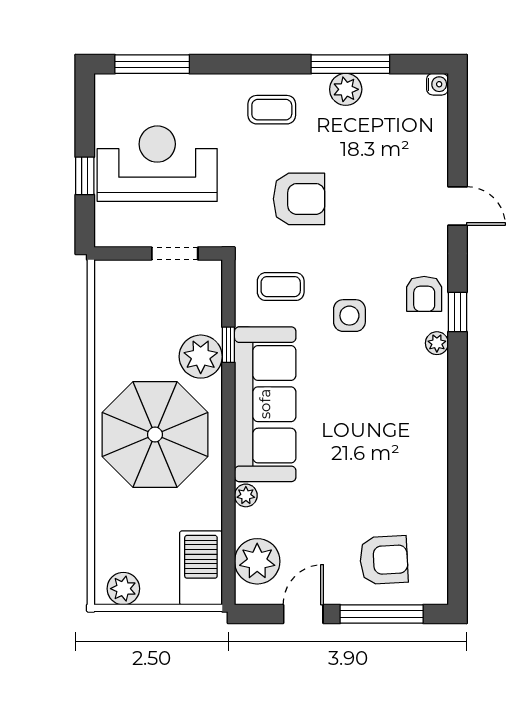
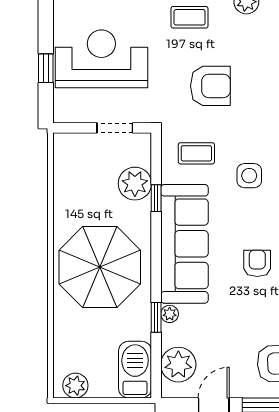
plant: (201, 357) -> (135, 184), moved
armchair: (360, 430) -> (257, 263), added
window: (228, 500) -> (156, 317), added

